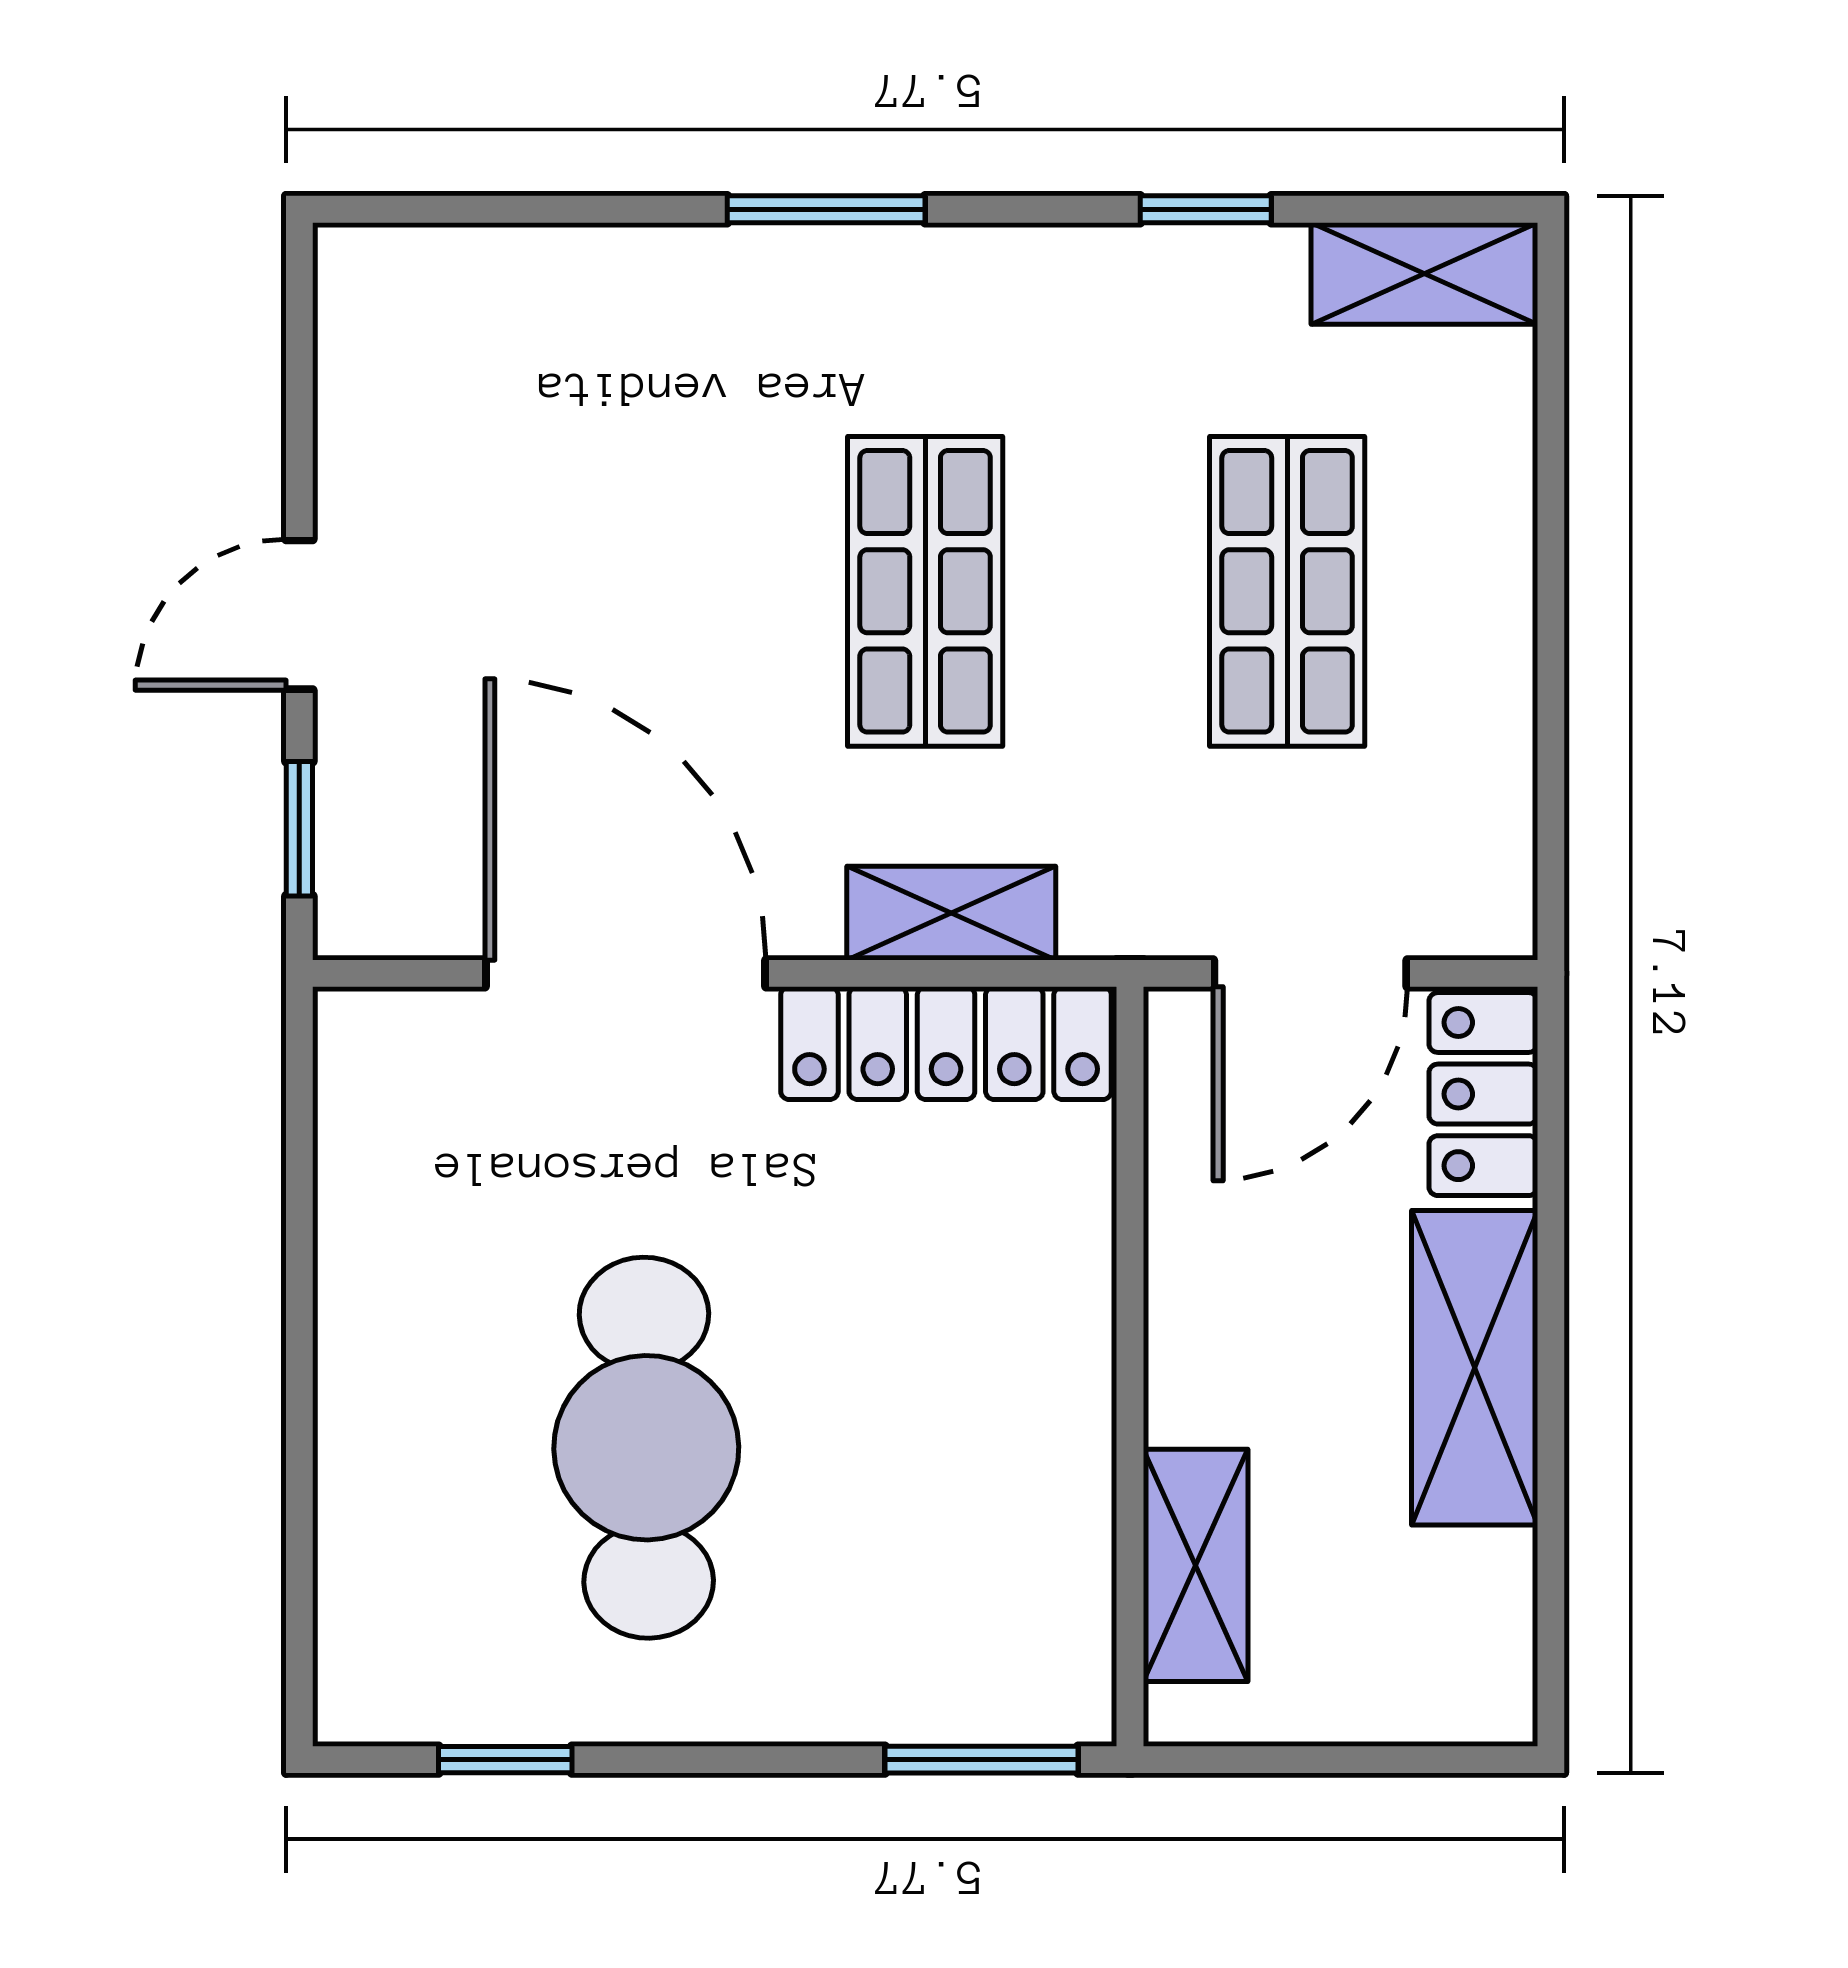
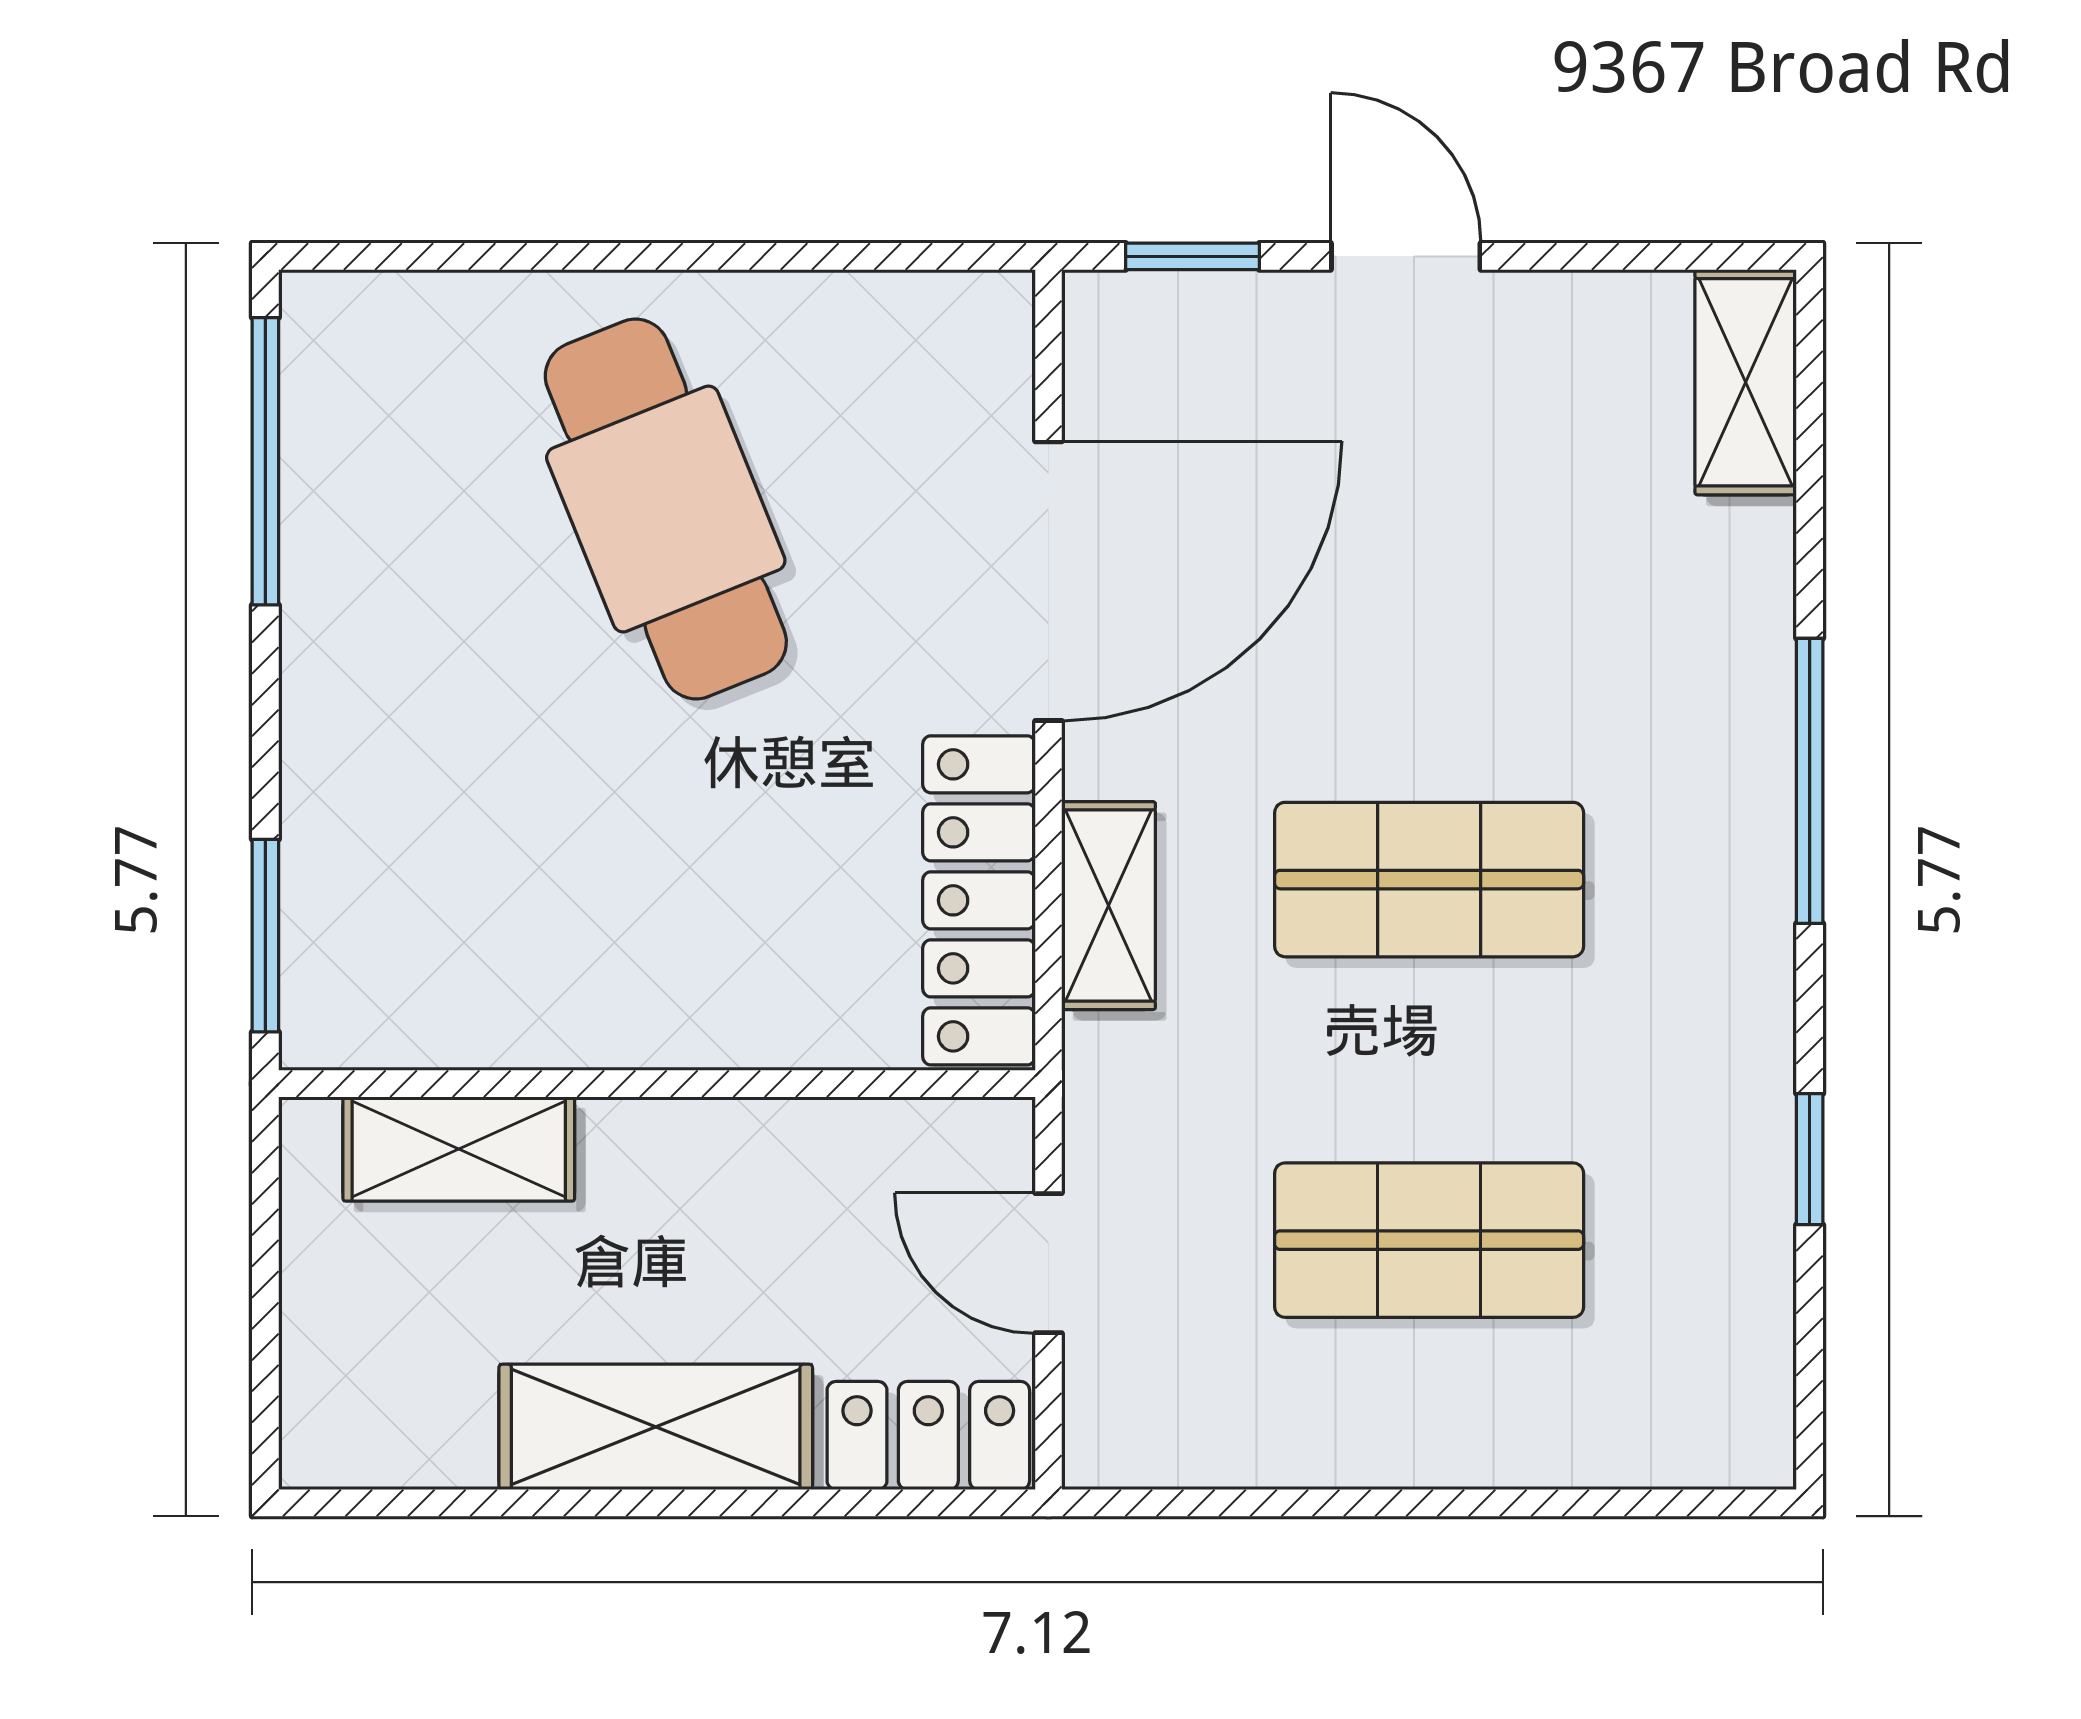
window: (826, 209) -> (1810, 781), width x1.44
shelving: (1424, 273) -> (1746, 382), moved
door: (1310, 973) -> (1049, 1263), width x0.73
cafe table: (646, 1448) -> (666, 509), moved, turned 69
window: (505, 1760) -> (265, 461), width x2.17

